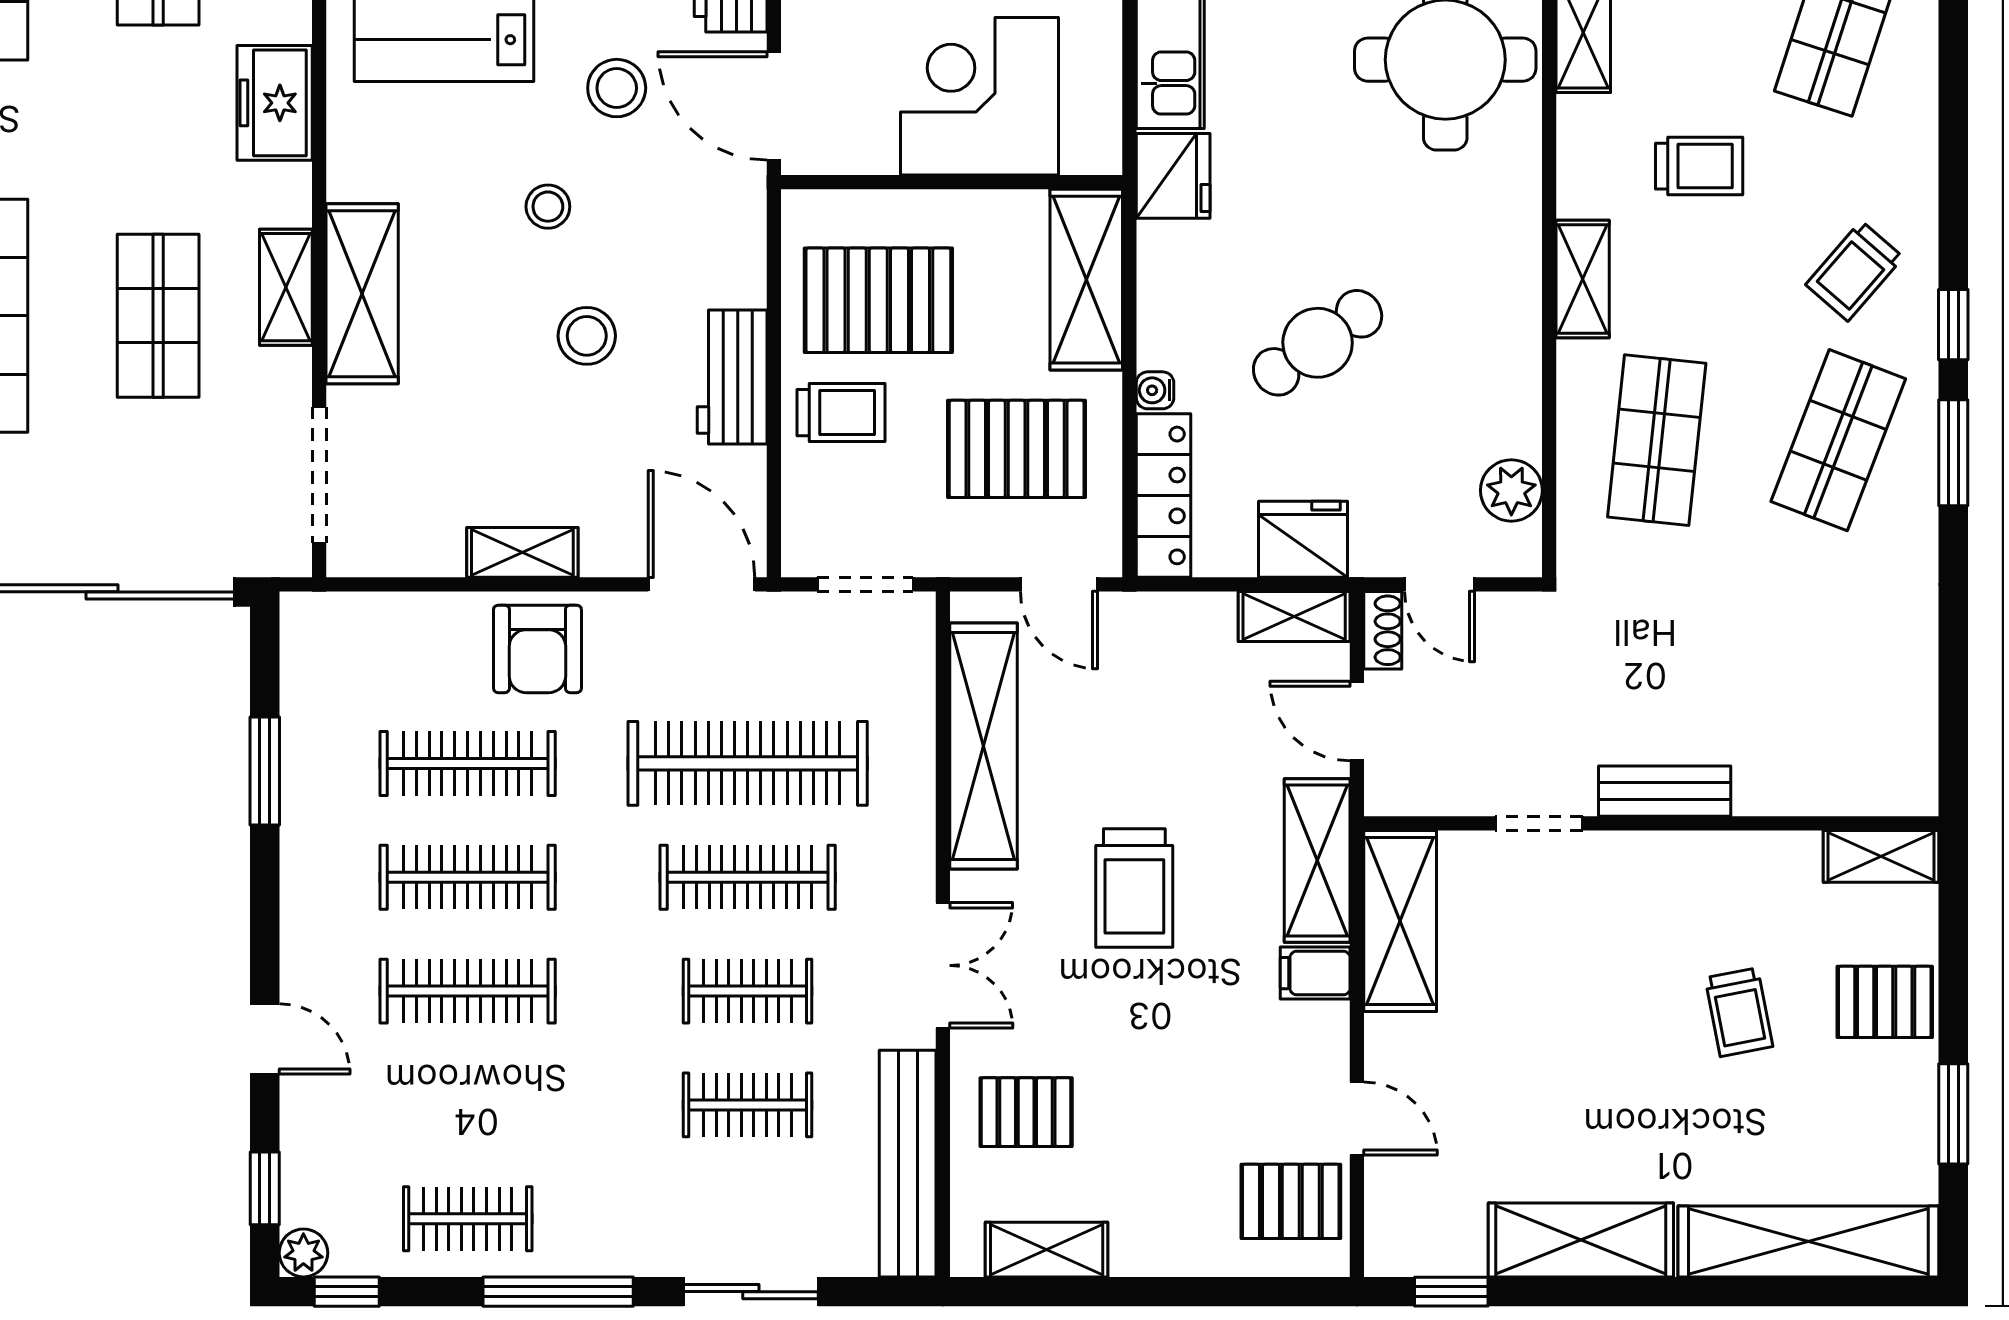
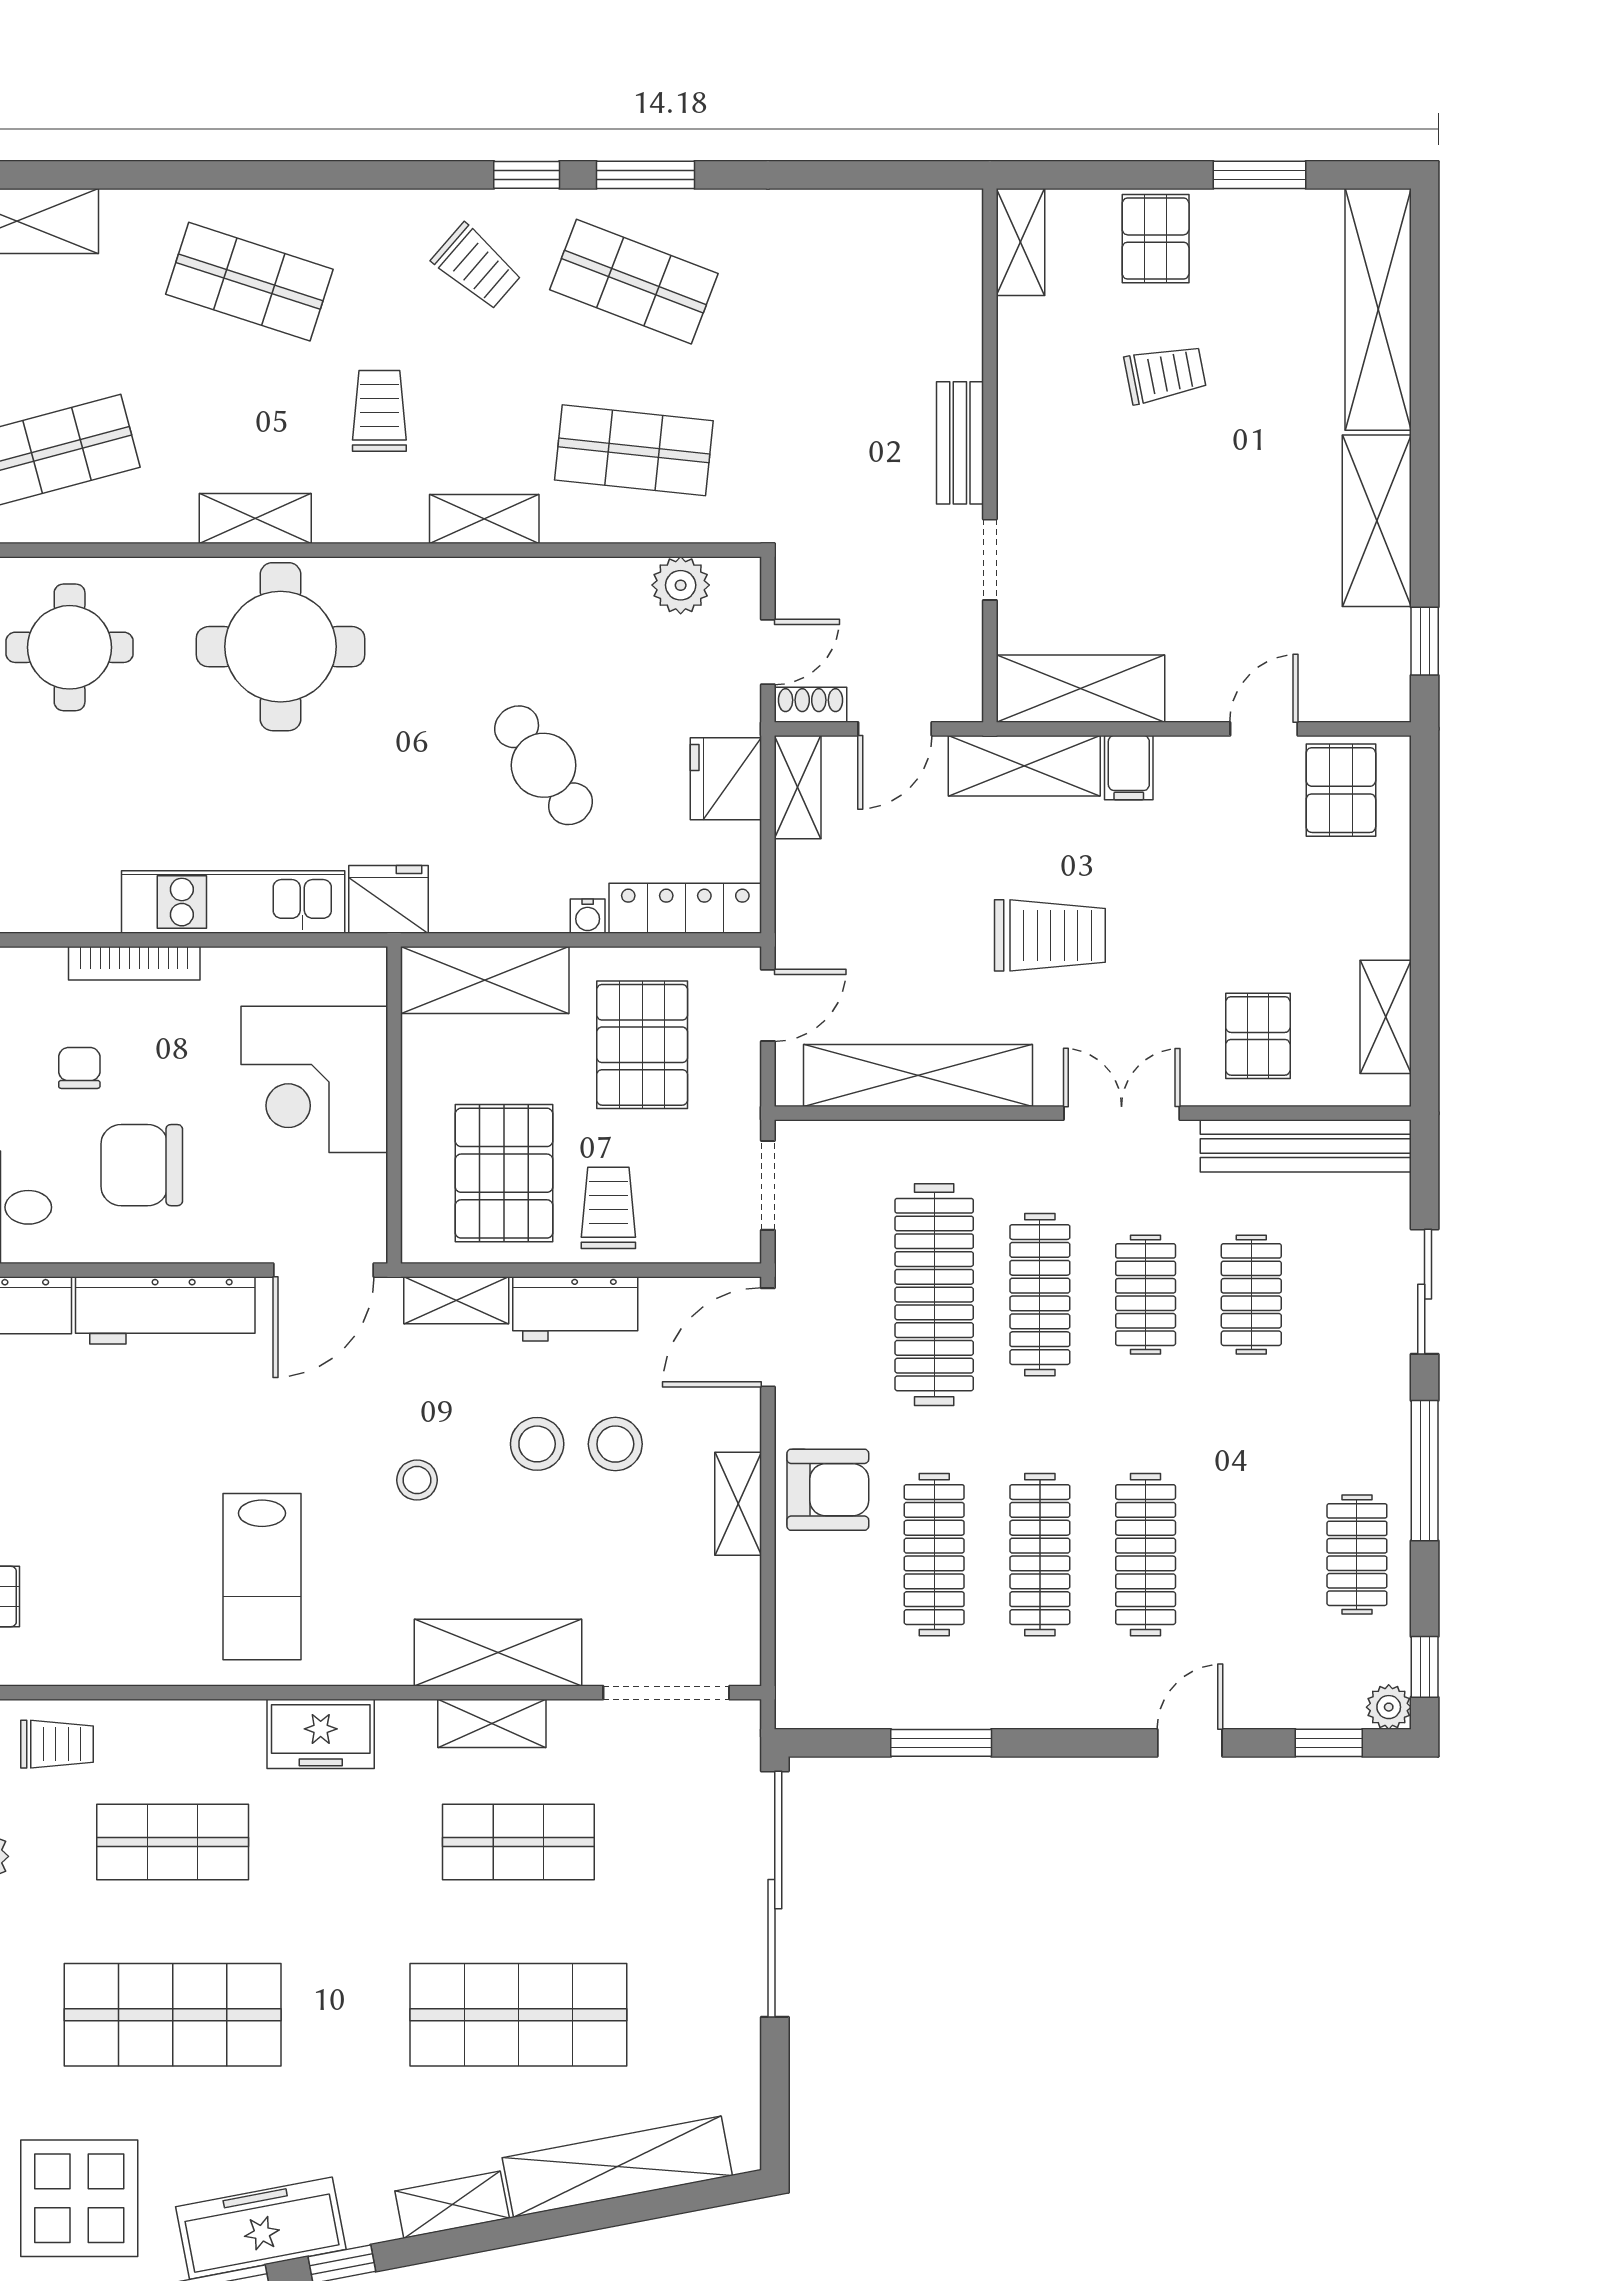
stool: (617, 88) -> (615, 1444), moved
shelving: (741, 249) -> (456, 1300), added

